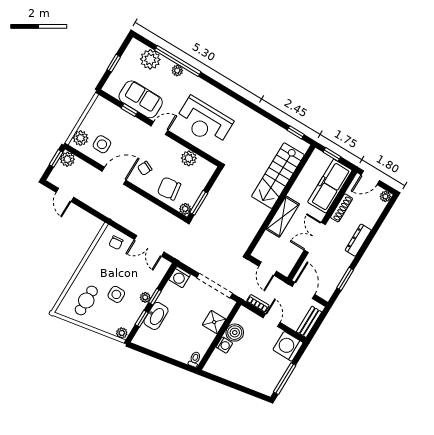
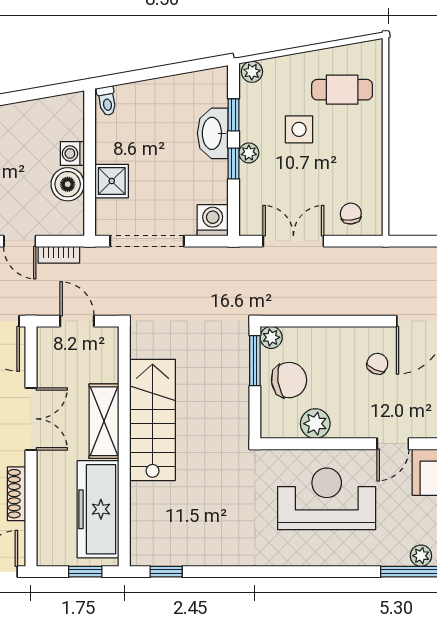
stairs: (278, 176) -> (152, 420), moved
freezer: (330, 186) -> (98, 509), moved, turned 180
chair: (169, 189) -> (289, 380), moved
cafe table: (86, 300) -> (342, 90), turned 90

